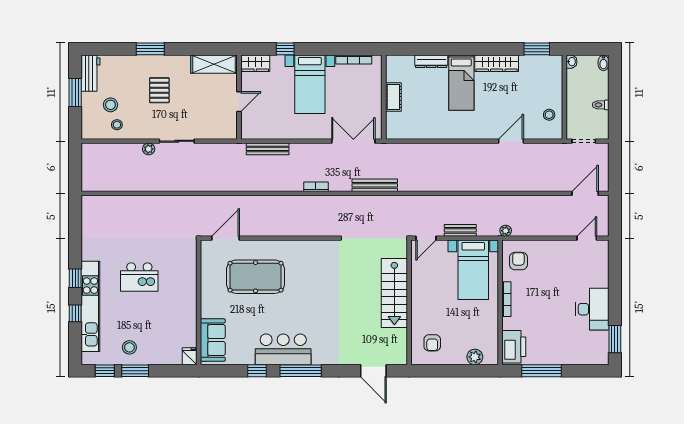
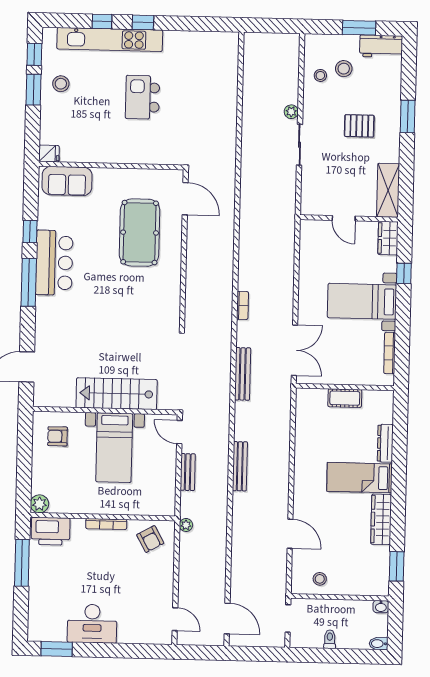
bench: (268, 149) -> (240, 466), moved
armchair: (518, 261) -> (150, 539), turned 61
bed with nightstands: (473, 270) -> (114, 448), moved, turned -90
plant: (475, 357) -> (39, 504), moved

